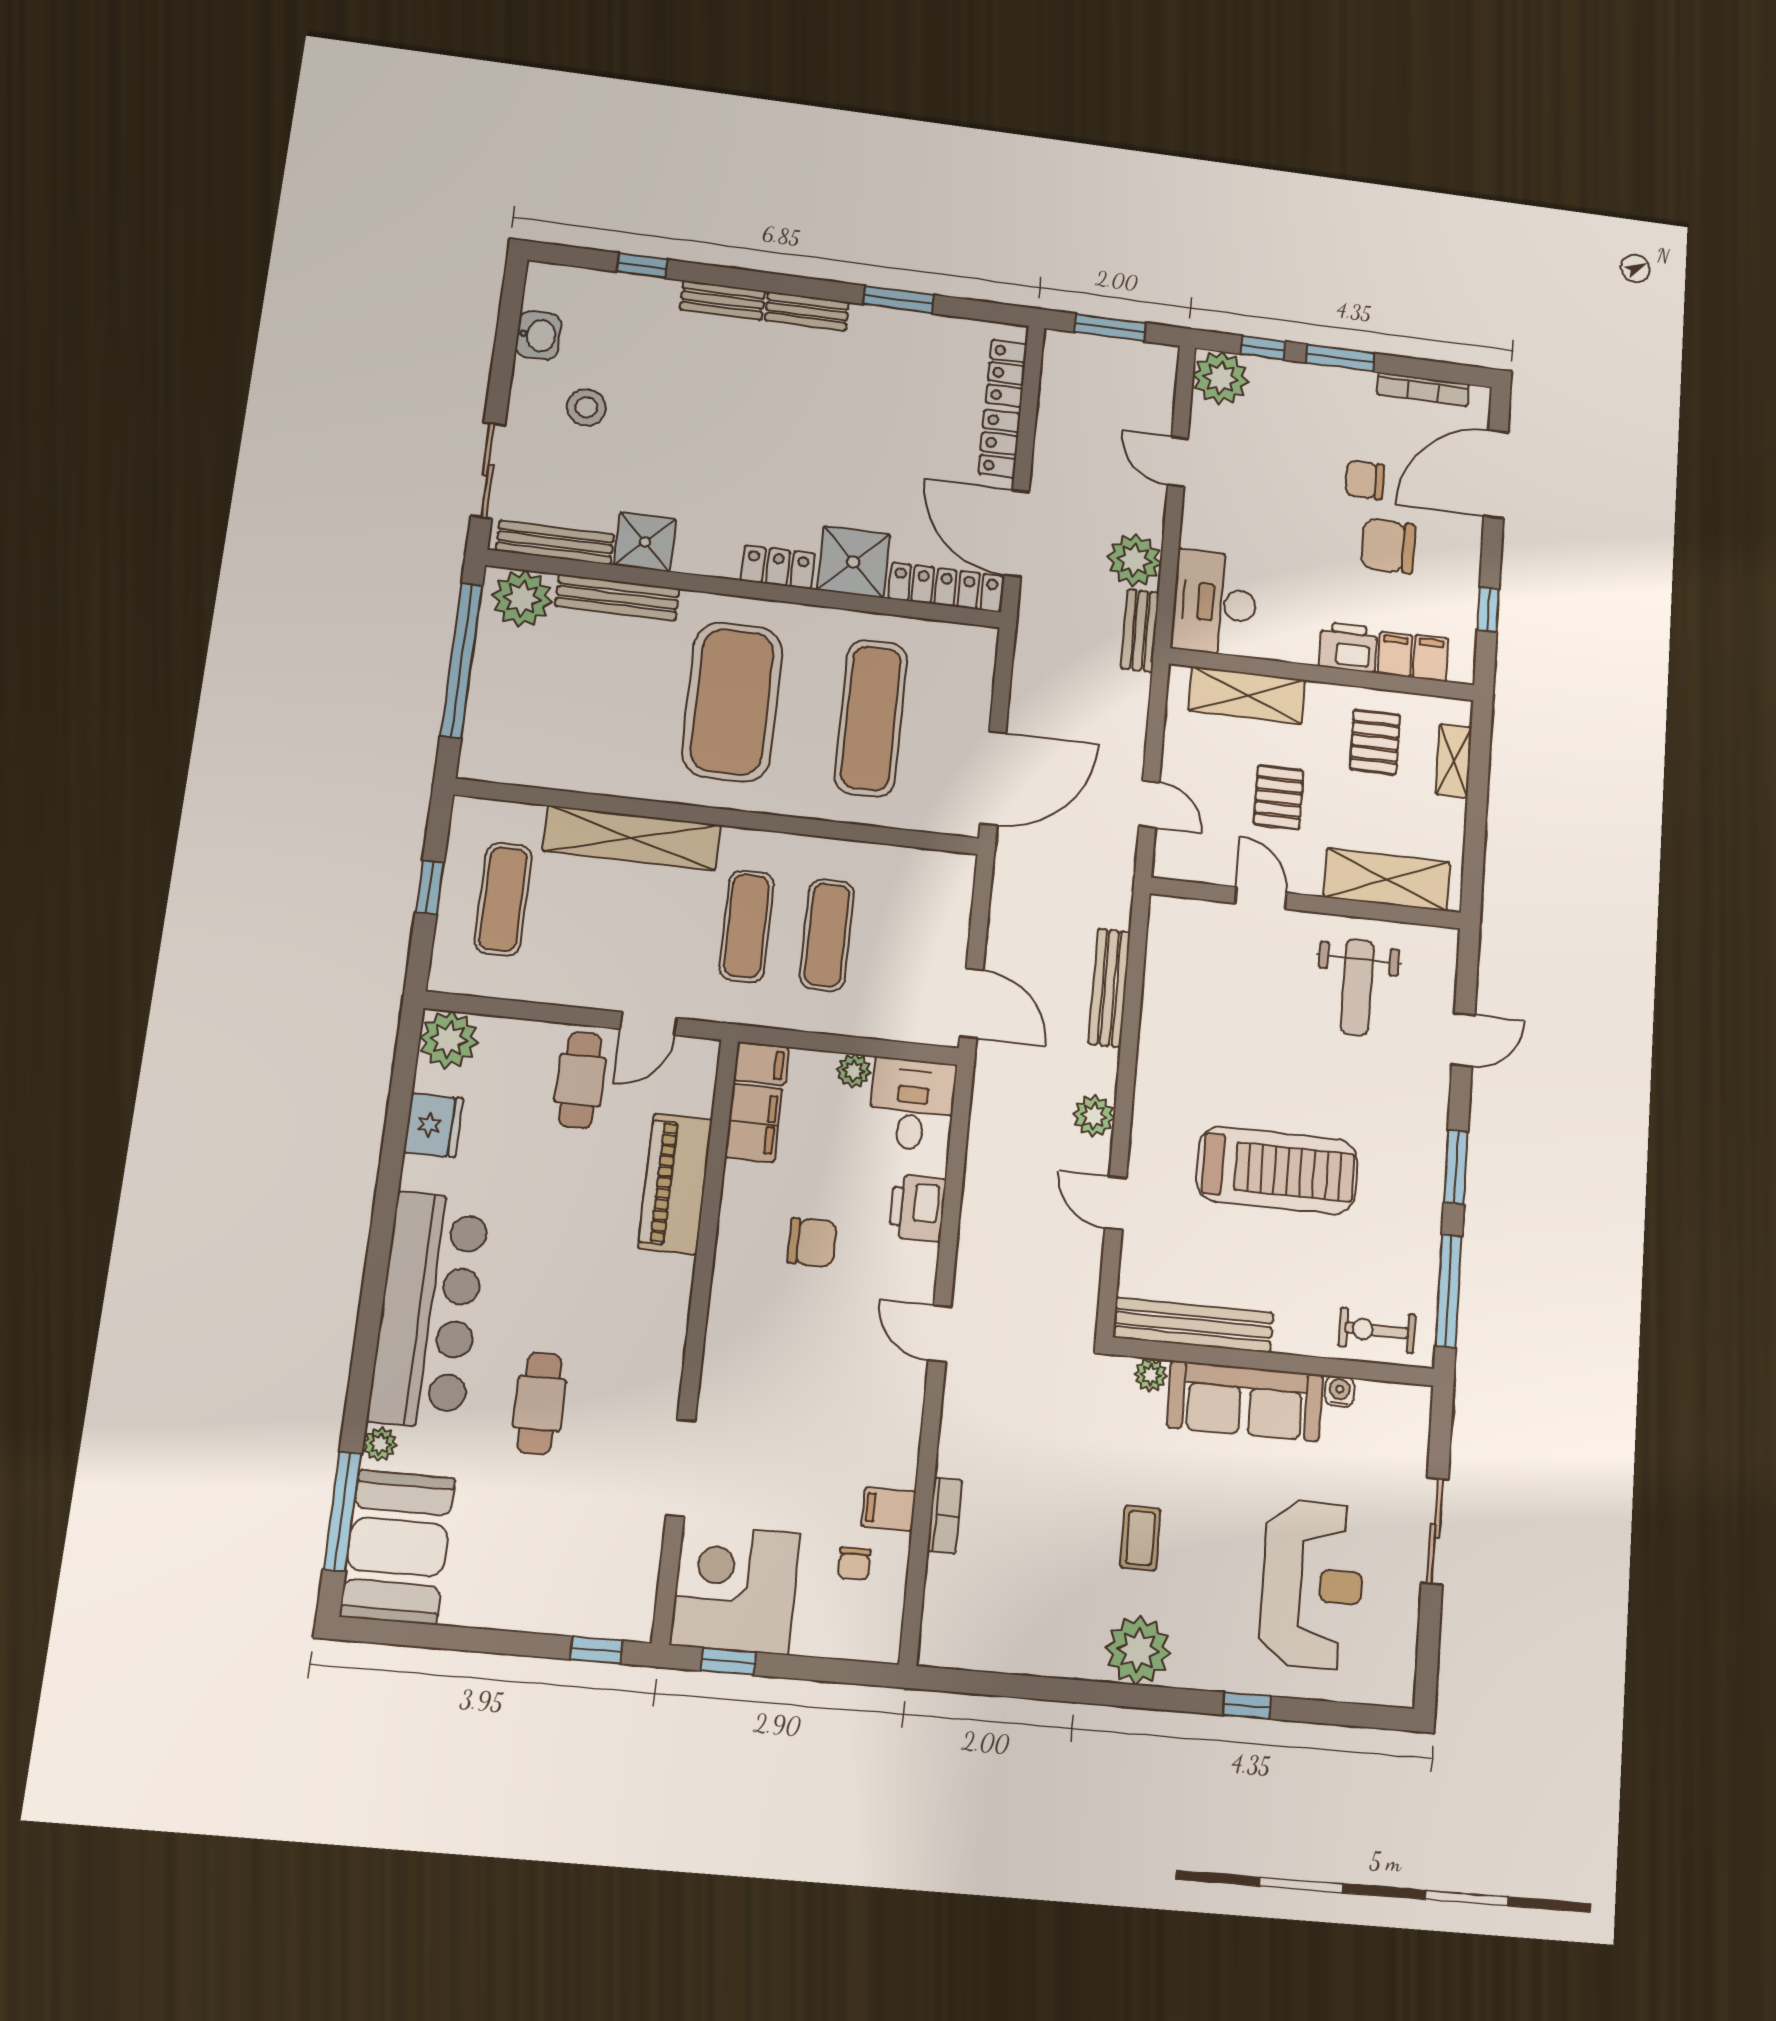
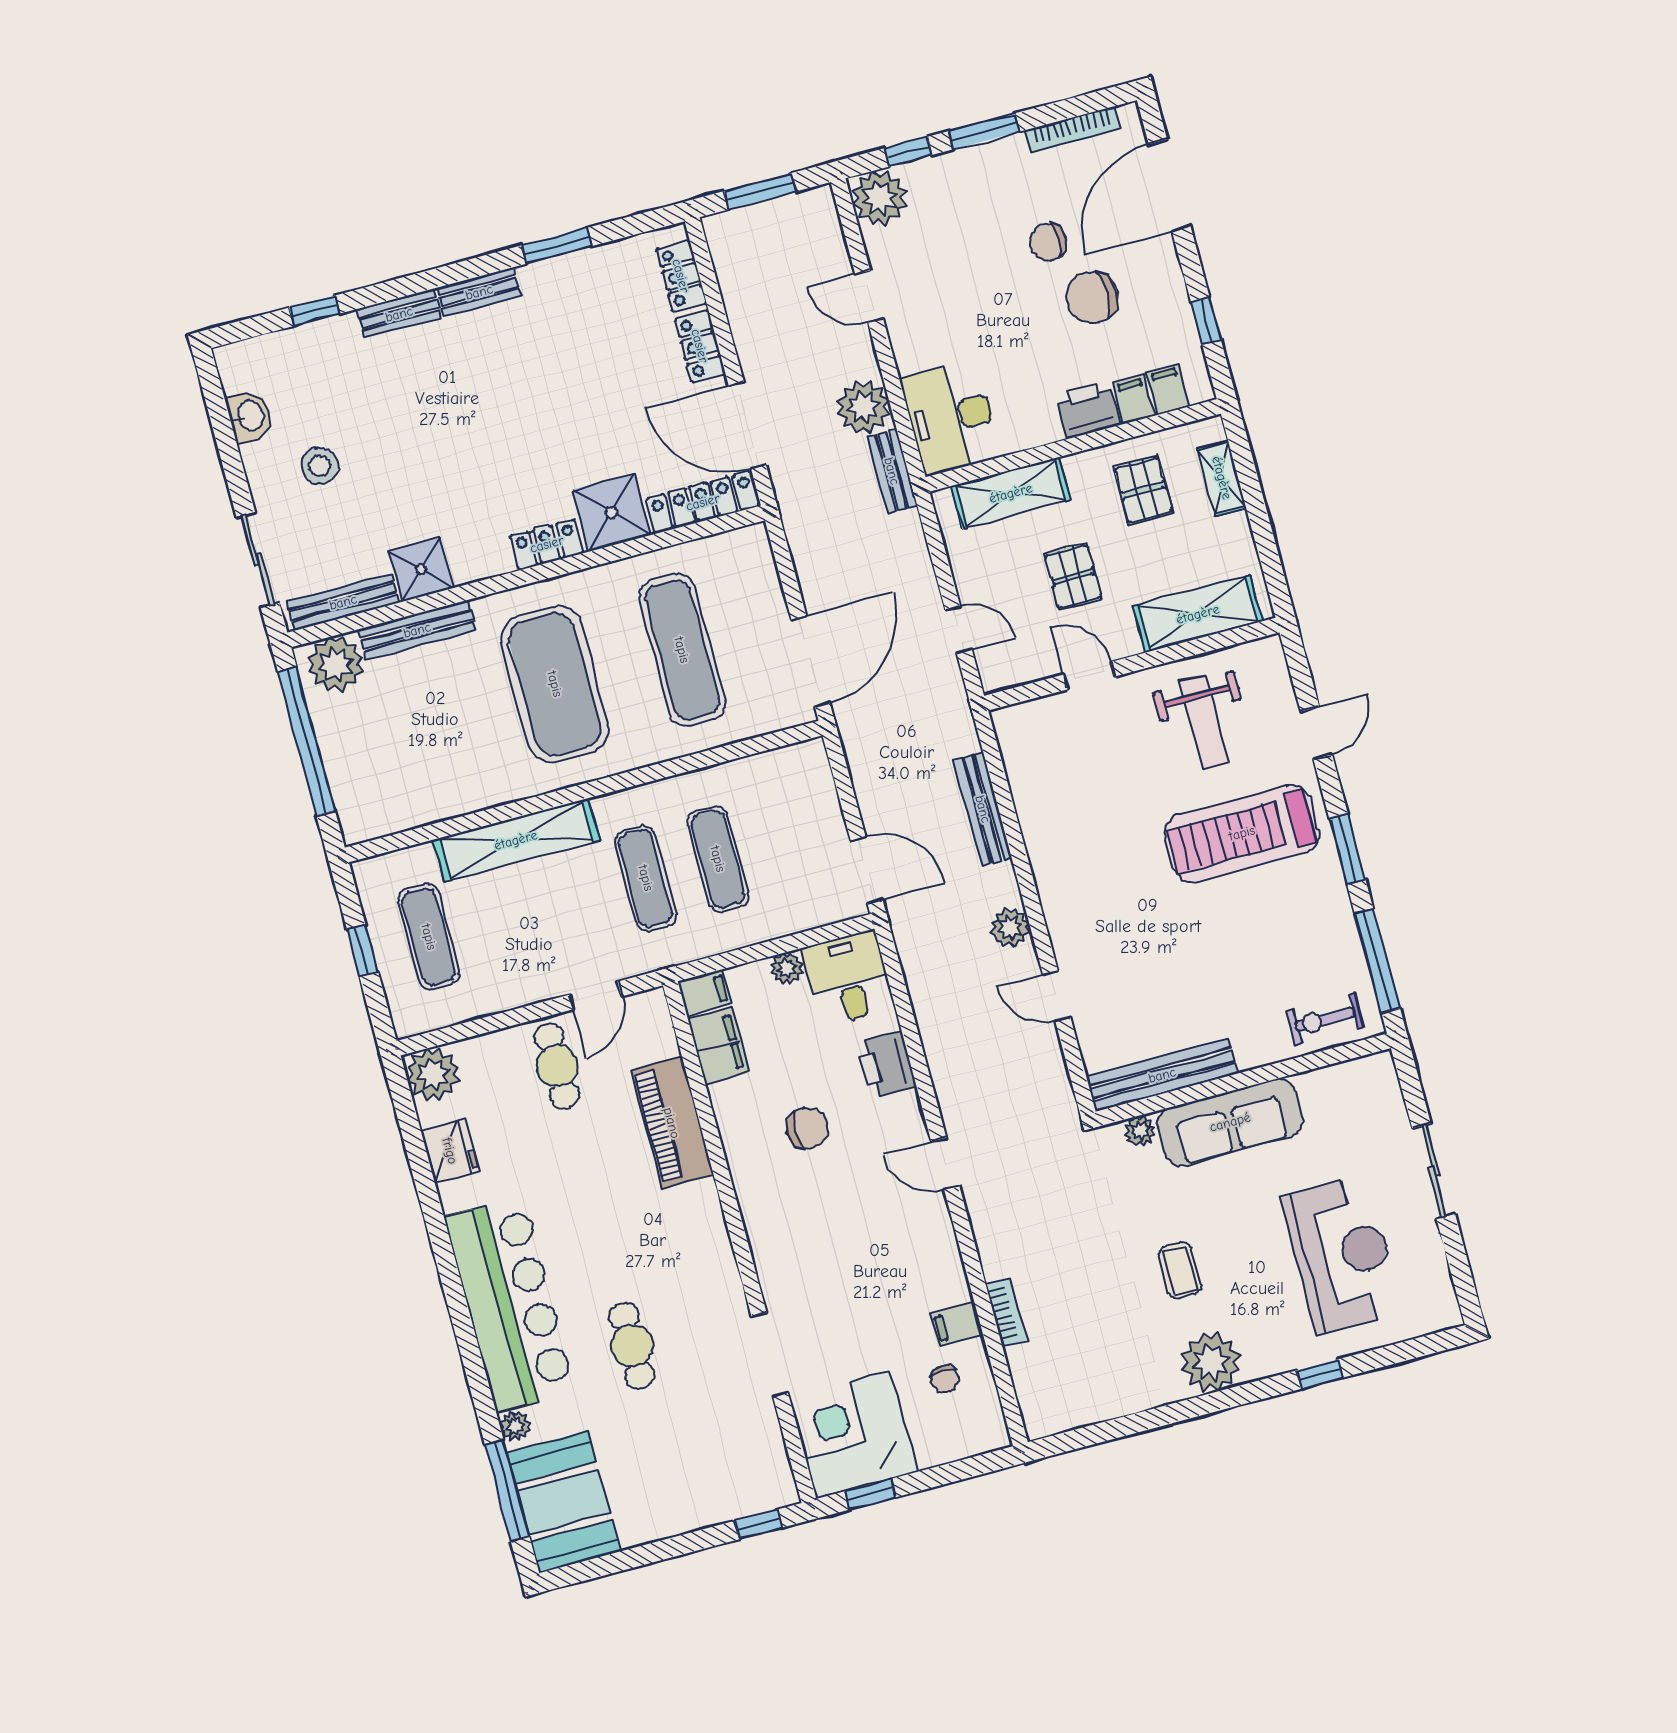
treadmill: (1277, 1170) -> (1242, 833), moved, turned 180
water cooler: (1340, 1391) -> (1310, 1084), removed

